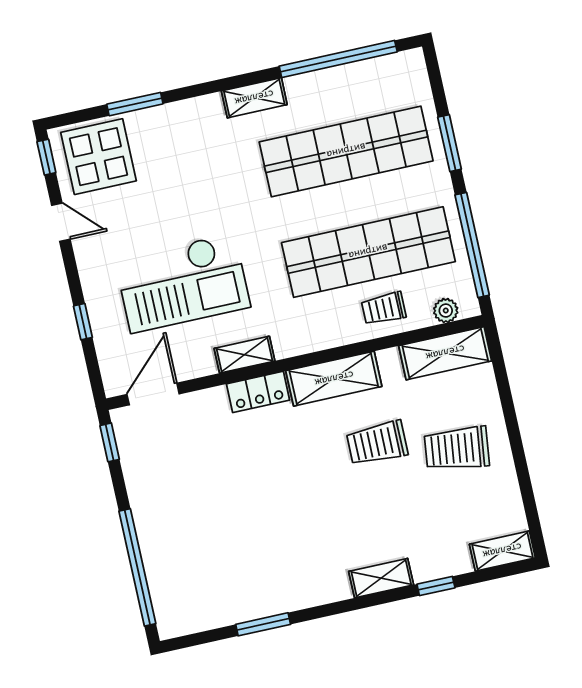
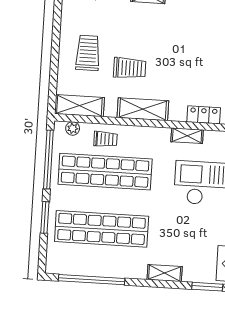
shelving: (254, 98) -> (165, 273), moved
locker: (258, 392) -> (204, 115), moved
trolley: (457, 449) -> (88, 53), turned -97

